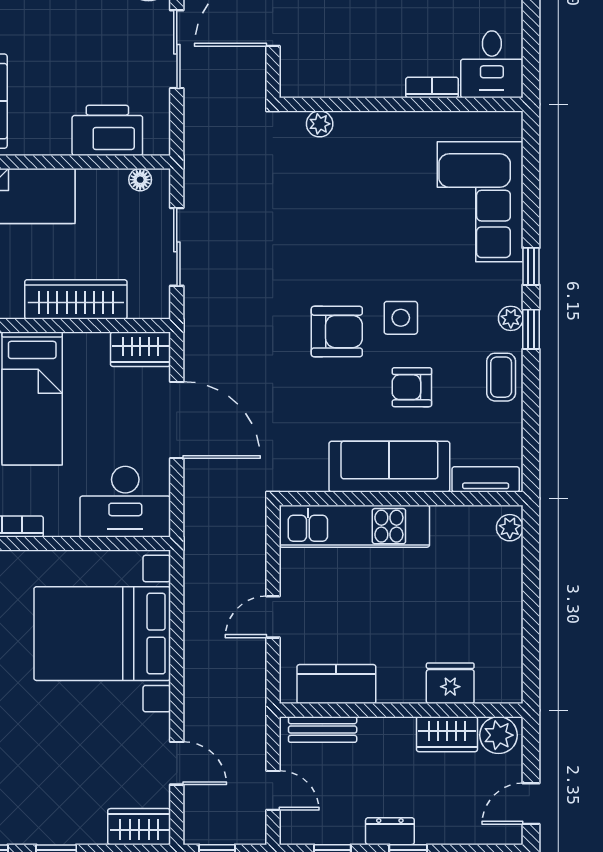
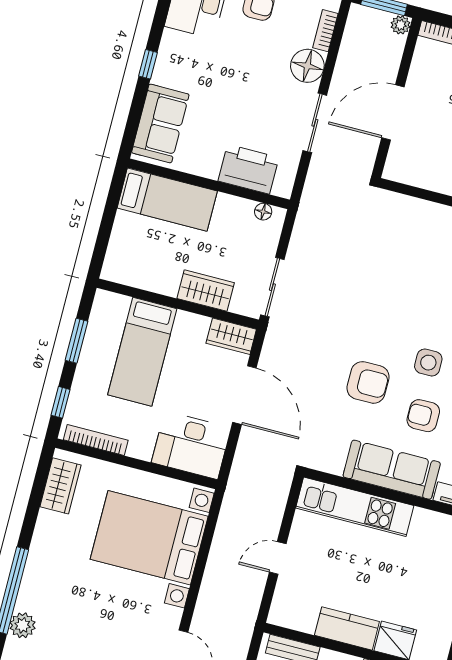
plant: (320, 124) -> (406, 205), removed
sliding door: (177, 247) -> (272, 287), moved
wardrobe: (76, 299) -> (206, 291), width x0.67
armchair: (337, 332) -> (368, 382), moved
kitchen counter: (336, 684) -> (347, 628), moved

